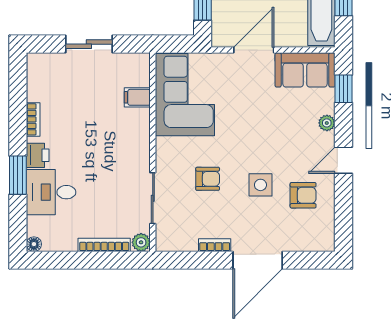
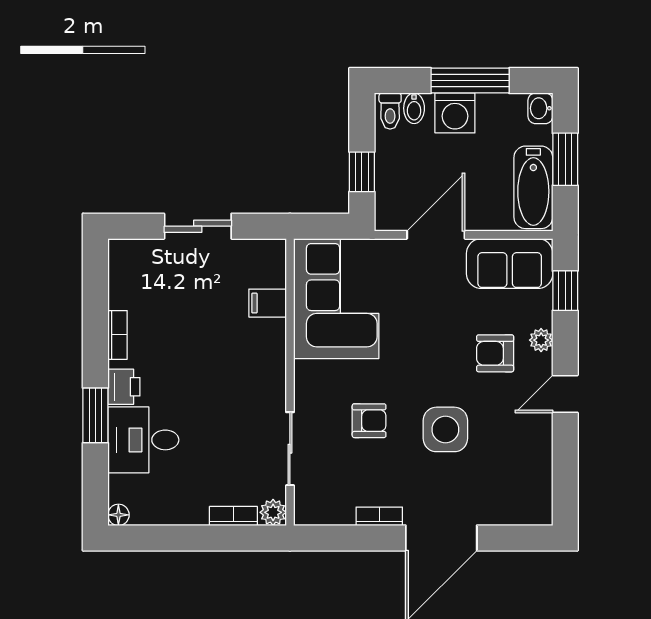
side table: (260, 185) -> (445, 429), width x1.37, depth x1.37
armchair: (303, 195) -> (495, 353), moved, turned 180
bookcase: (104, 245) -> (233, 516), width x0.64

